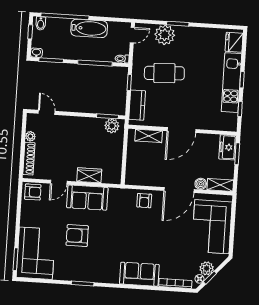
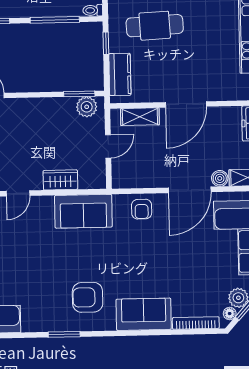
door: (125, 155) -> (108, 146), added
sofa: (87, 198) -> (83, 211), moved
armchair: (77, 236) -> (88, 297), moved

